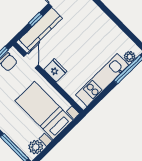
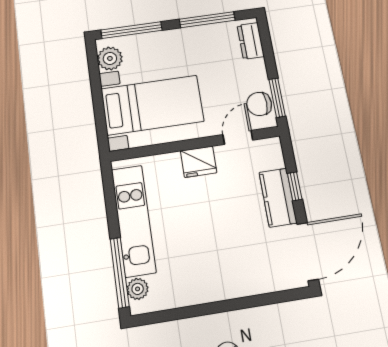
kitchen counter: (41, 29) -> (278, 198), width x0.67
door: (31, 61) -> (238, 137), swing flipped

